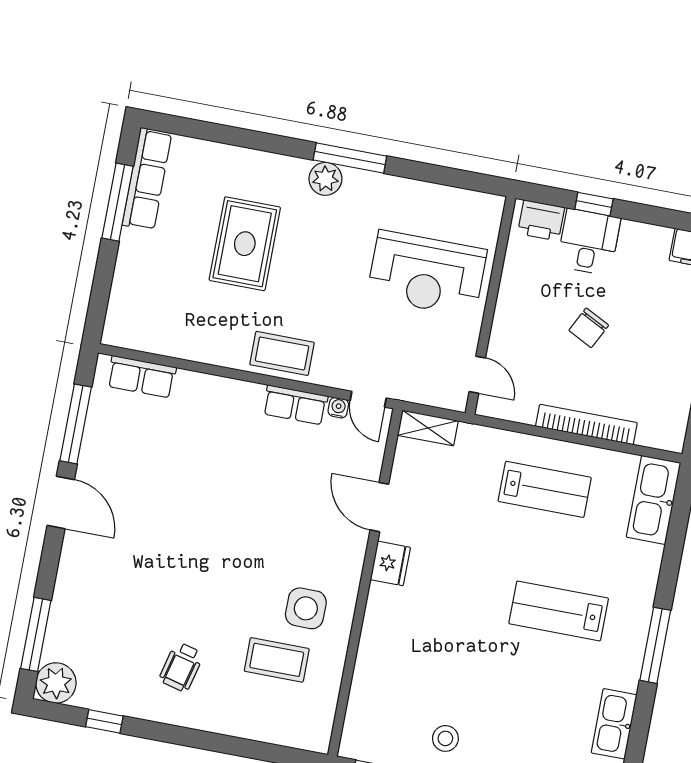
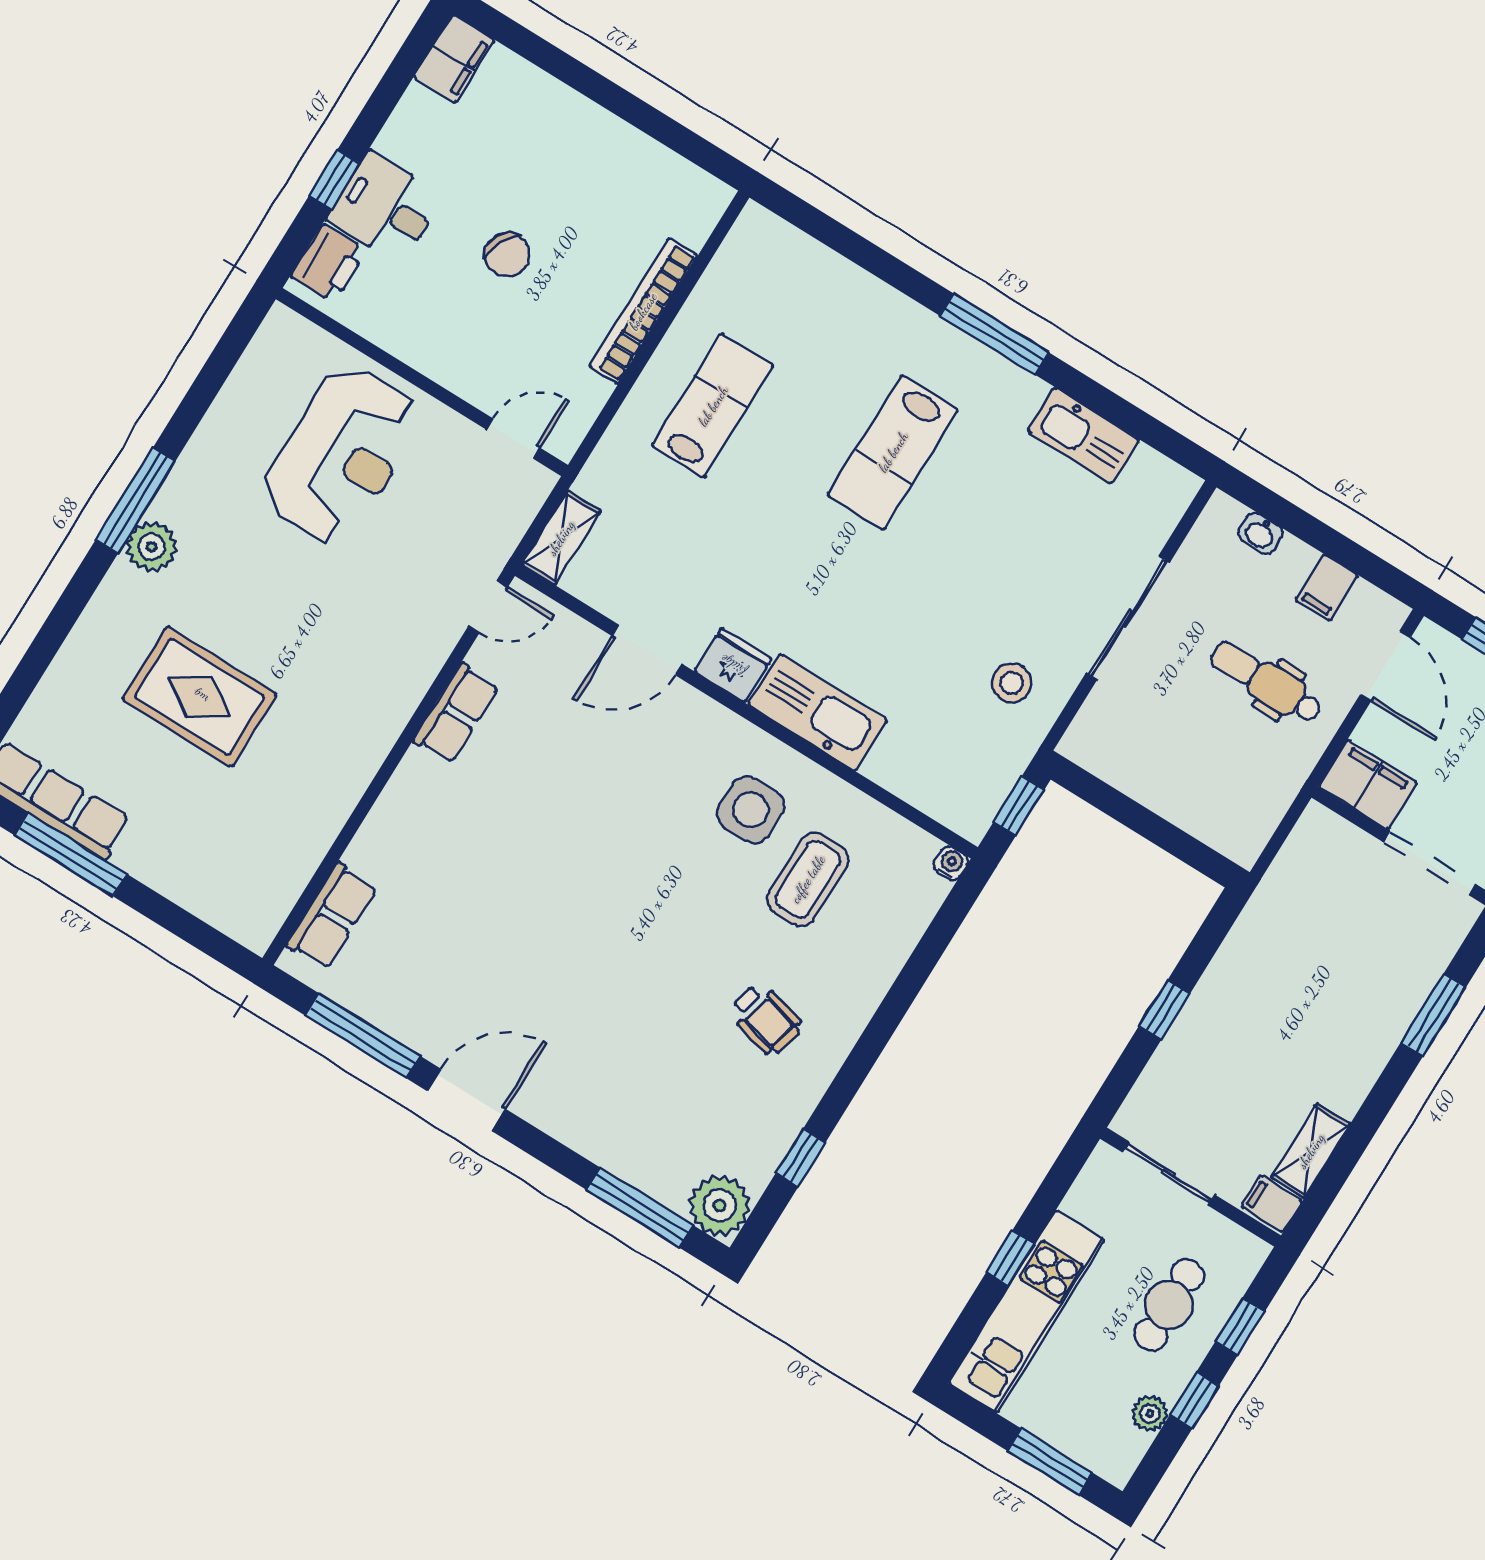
coffee table: (282, 353) -> (376, 704), removed
water cooler: (338, 408) -> (951, 863), moved, turned 90
kitchen sink: (654, 500) -> (818, 712), moved, turned 180

